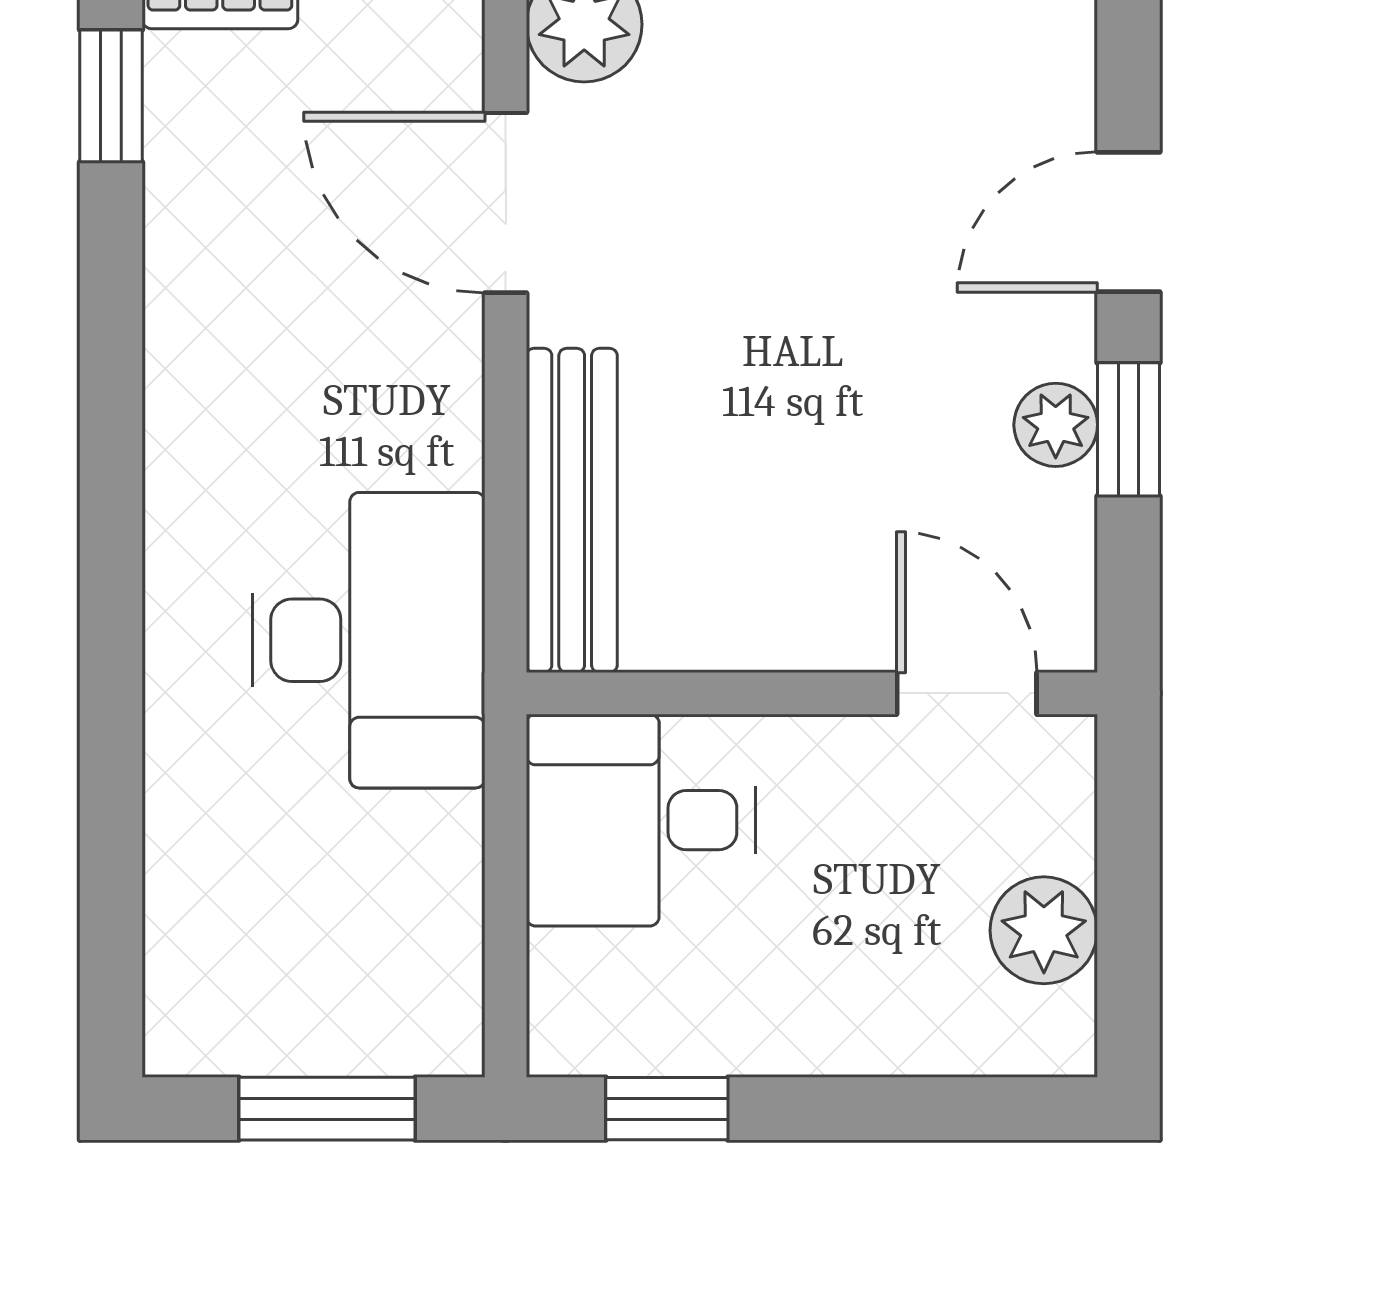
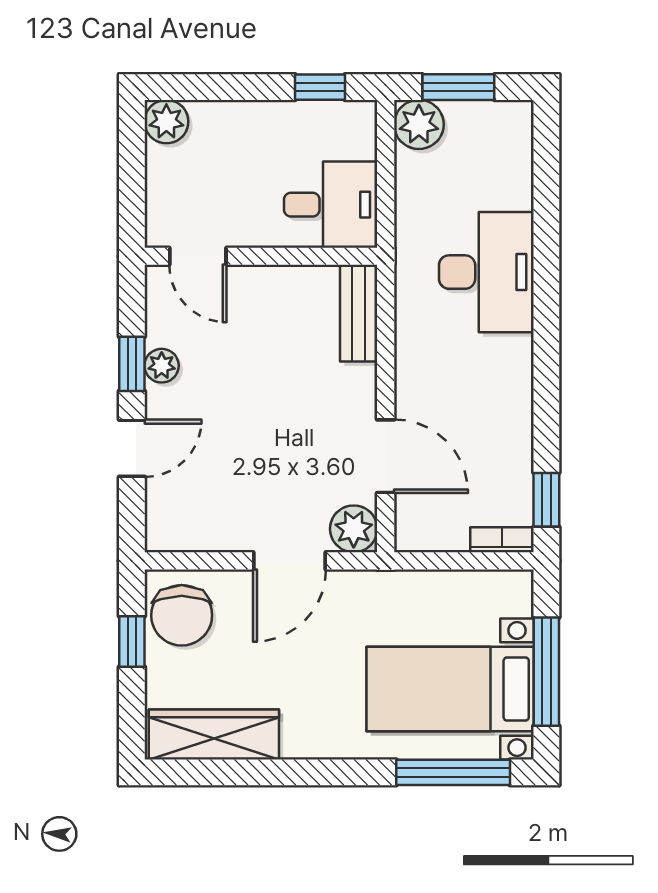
bench: (572, 510) -> (359, 313), width x0.73
desk: (369, 640) -> (486, 272), moved, turned 180
plant: (1044, 930) -> (166, 122), moved
plant: (424, 1017) -> (419, 124), added

